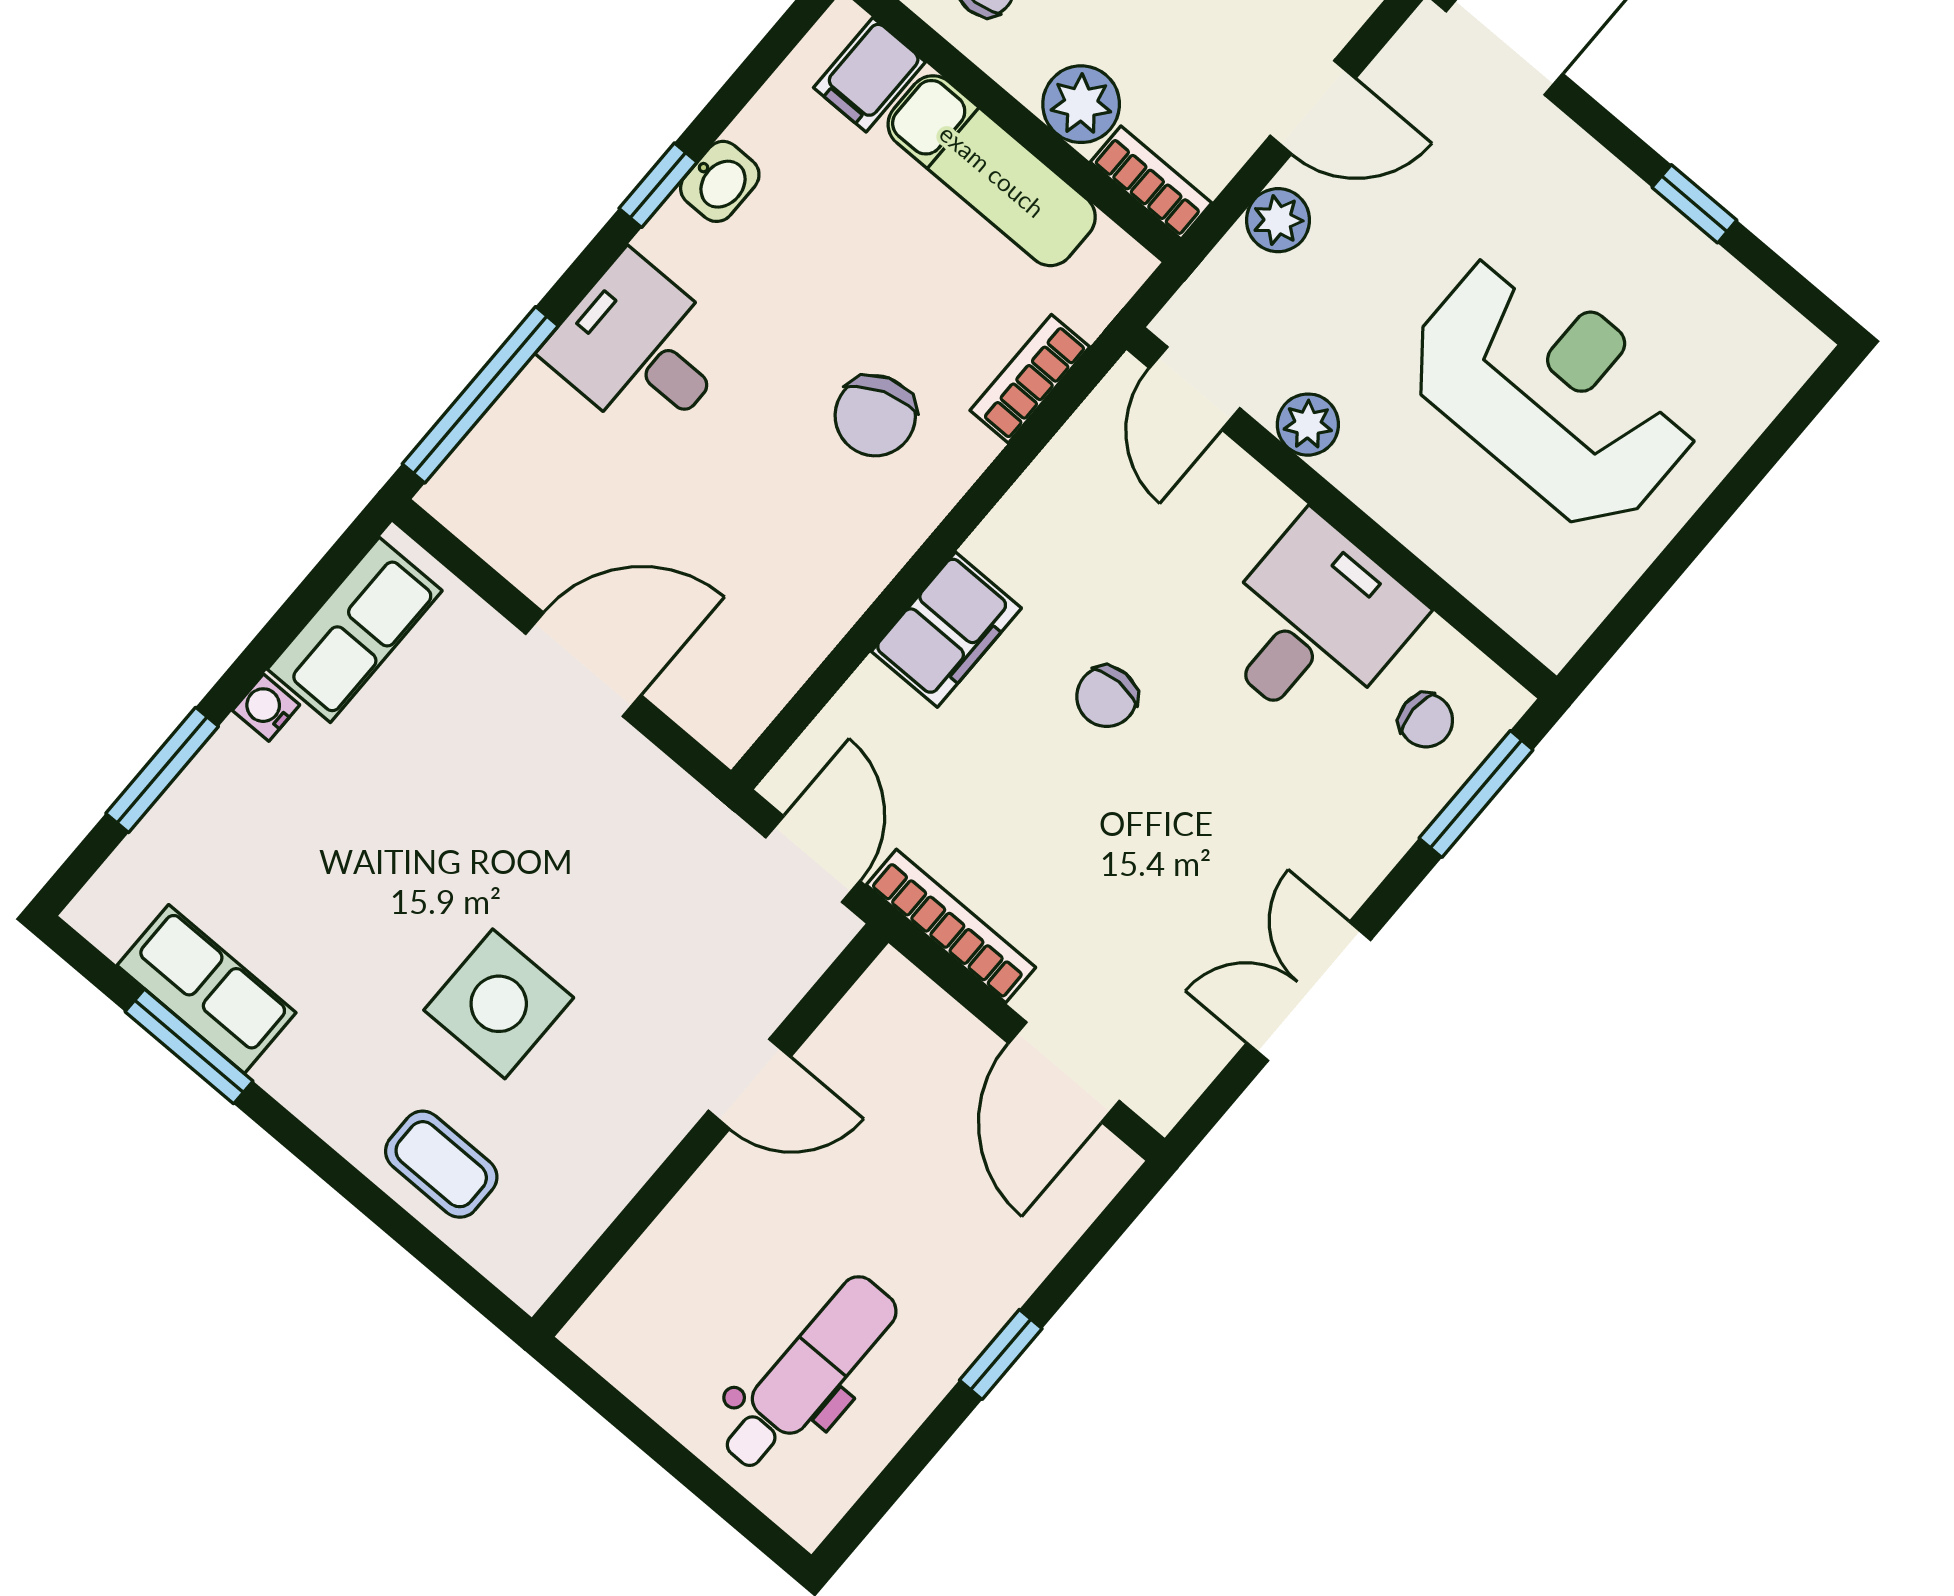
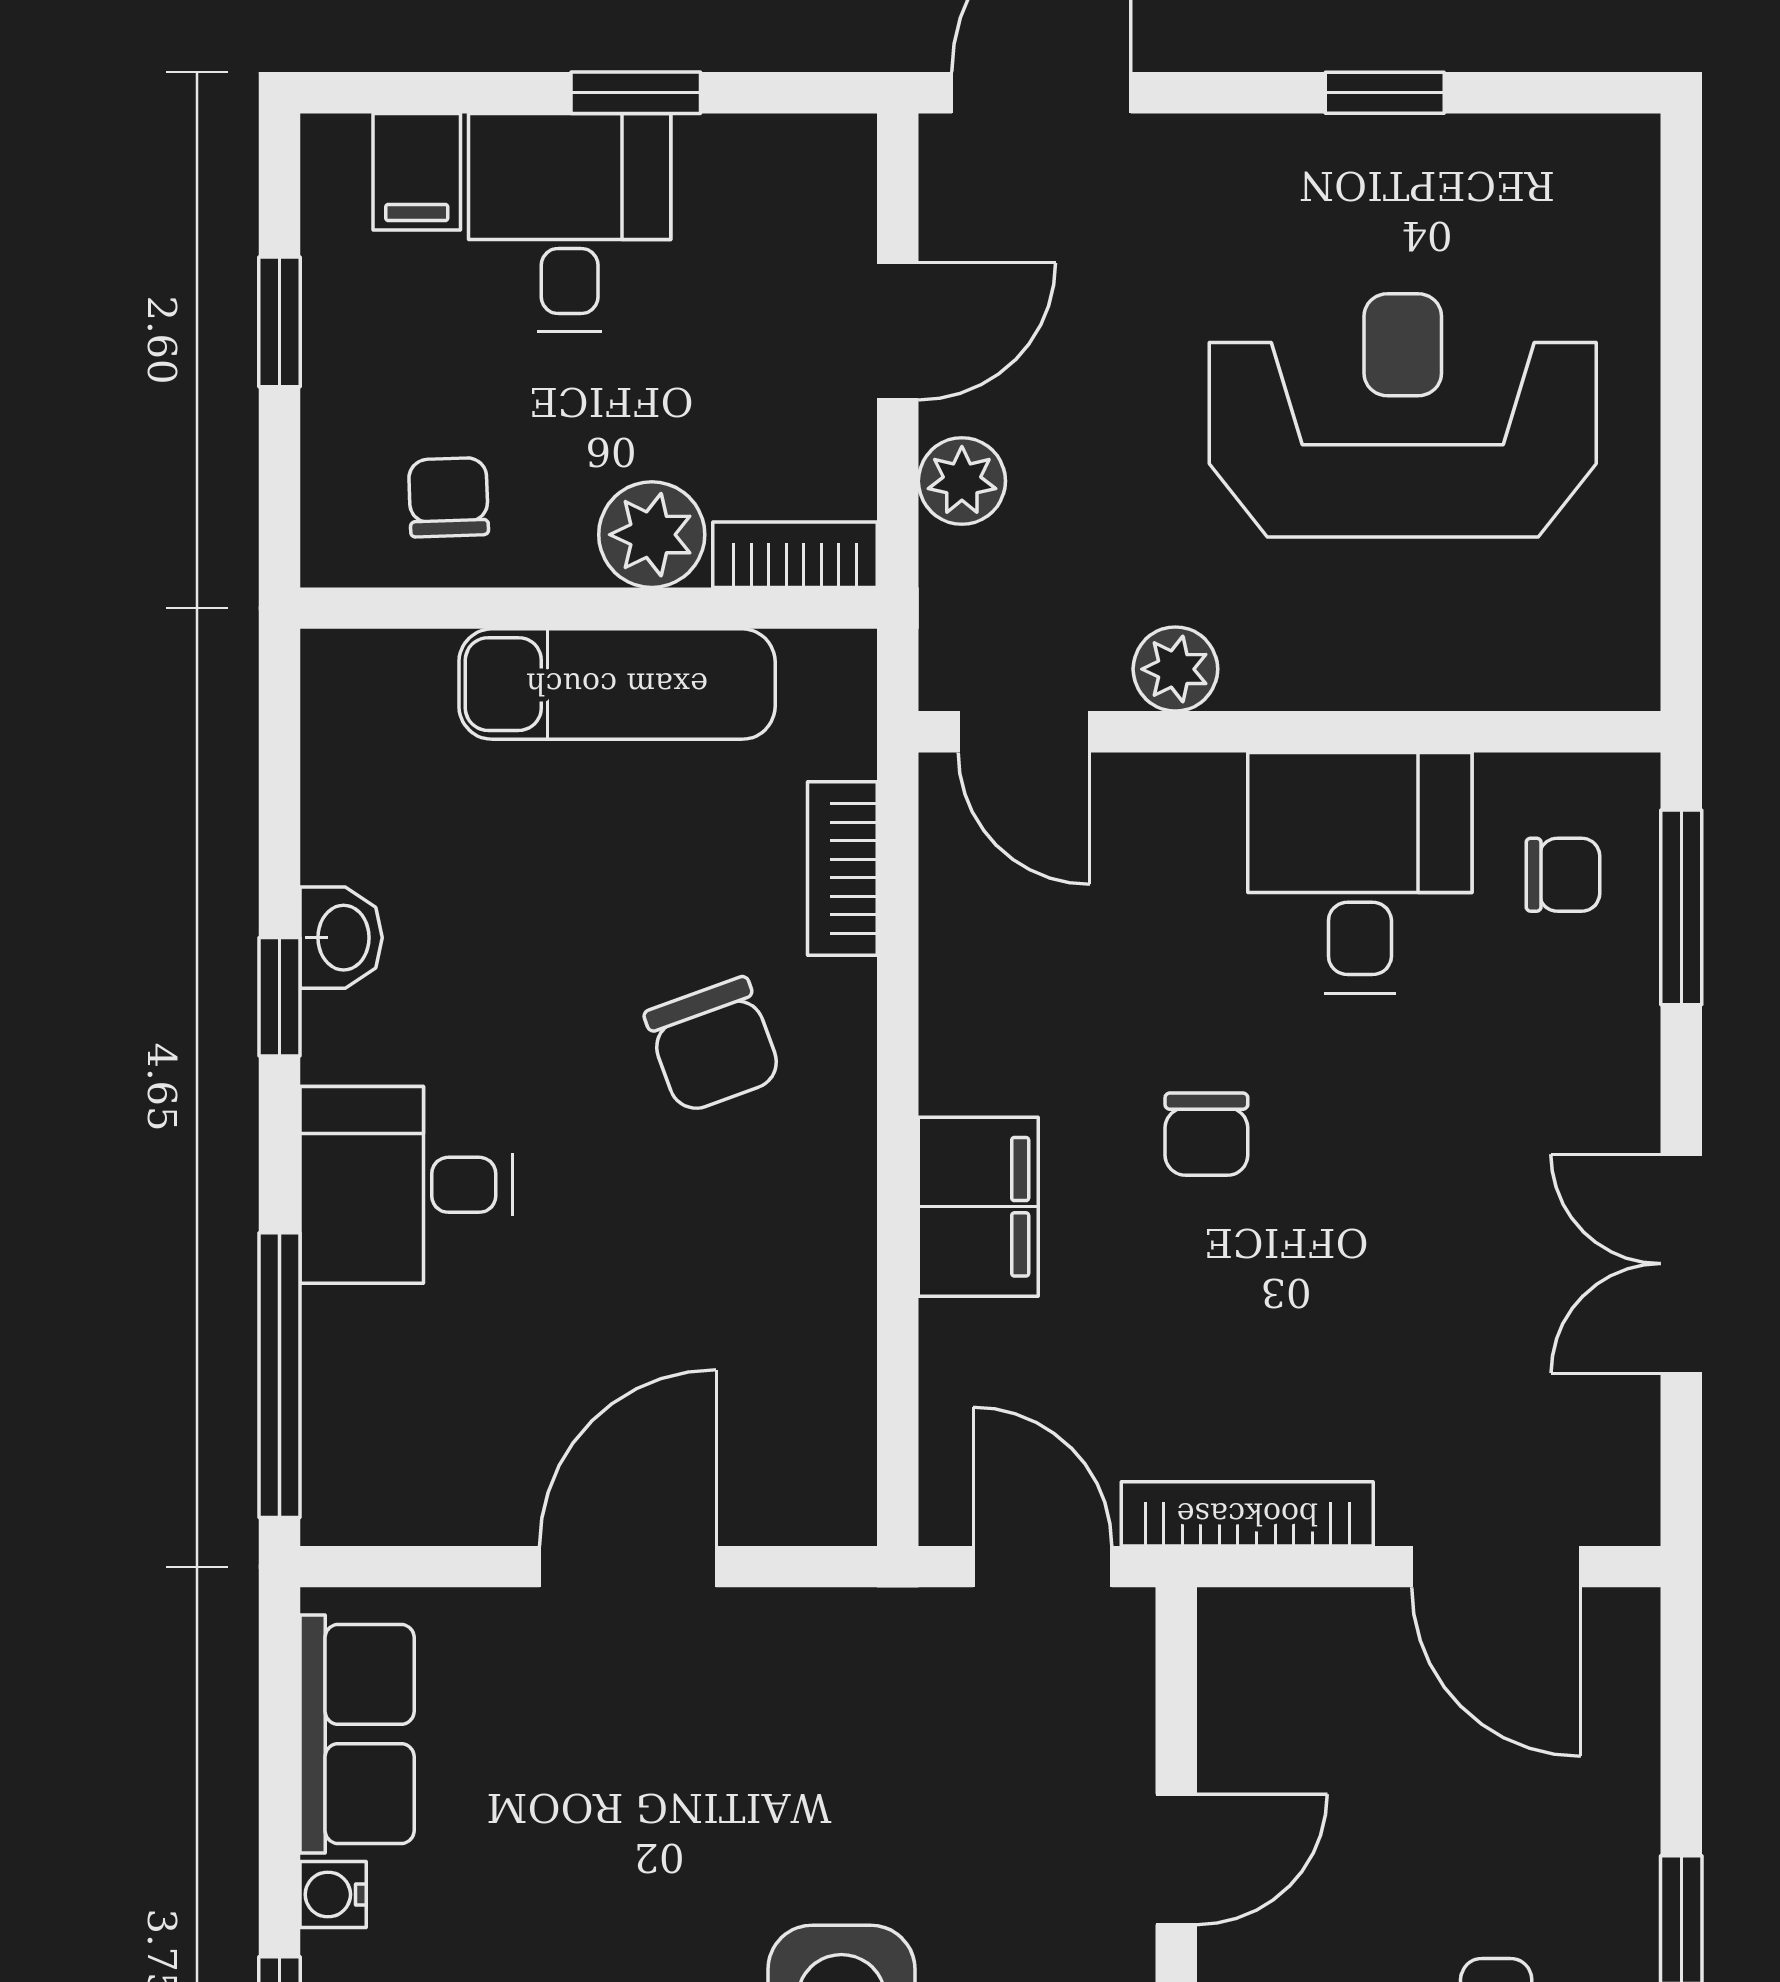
filing cabinet: (869, 75) -> (403, 692), removed

